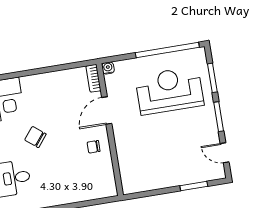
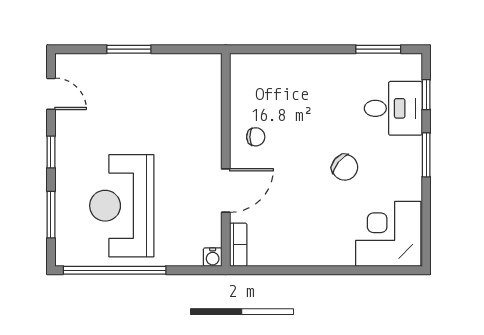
reception desk: (169, 91) -> (122, 206), turned 90
window: (219, 117) -> (51, 152), width x0.67
window: (194, 186) -> (129, 49), moved

